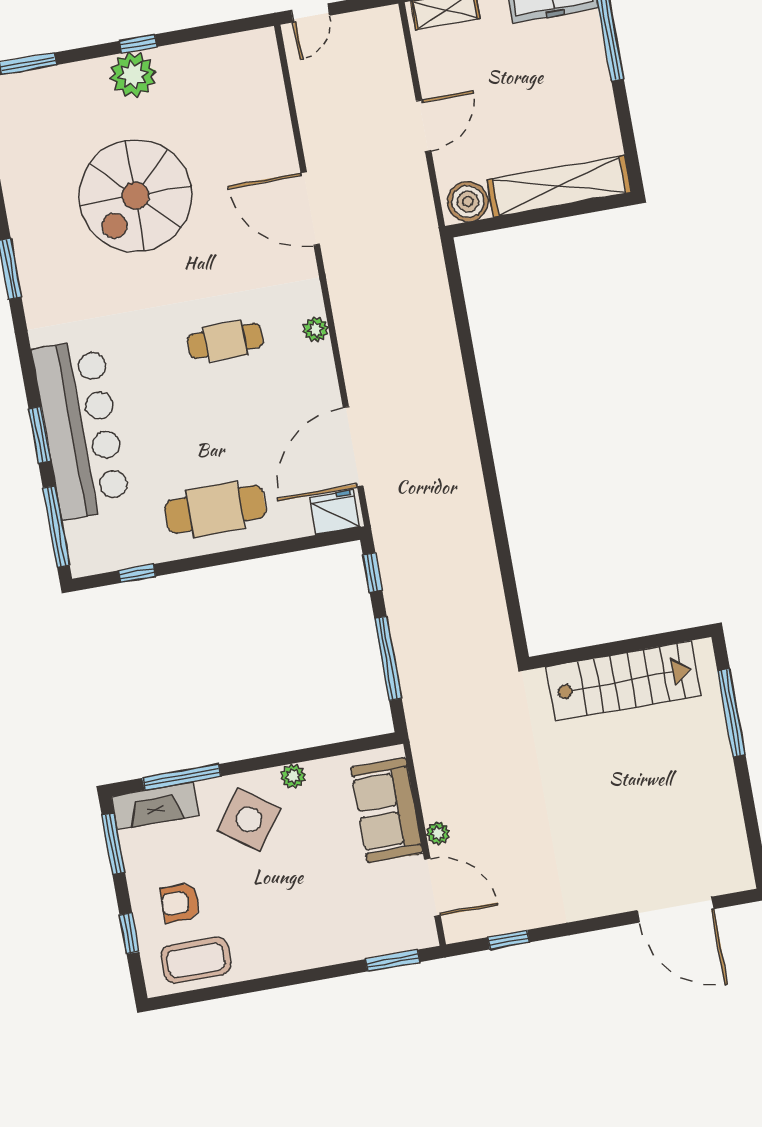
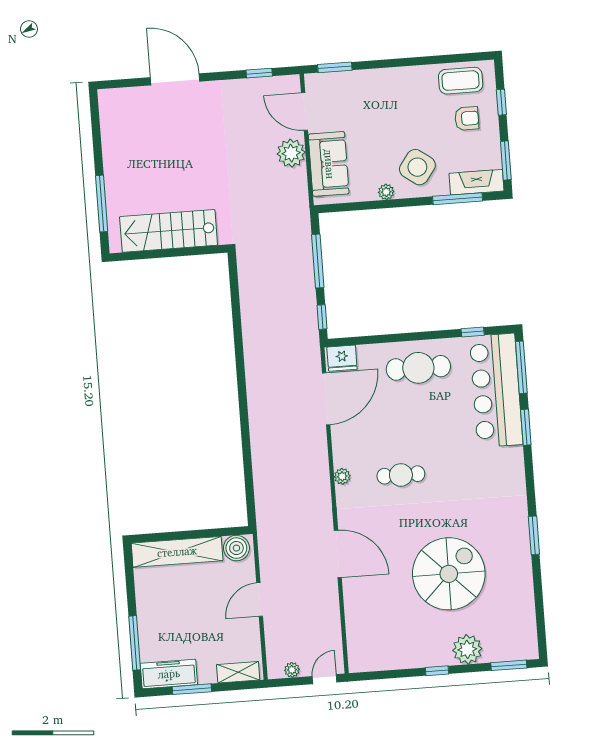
plant: (362, 22) -> (292, 670), added
plant: (133, 75) -> (467, 649), moved
bar counter: (81, 429) -> (496, 390), moved
plant: (438, 833) -> (291, 153), width x1.88, depth x1.88
door: (676, 910) -> (175, 79), moved

